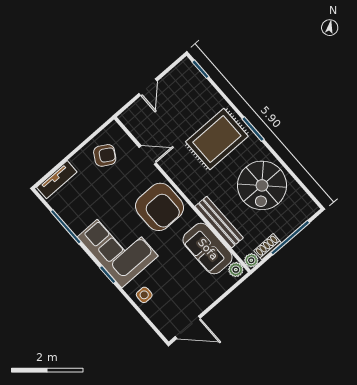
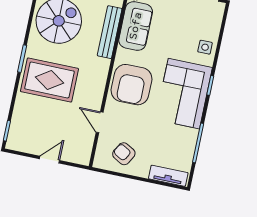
armchair: (160, 207) -> (132, 85), turned 180

